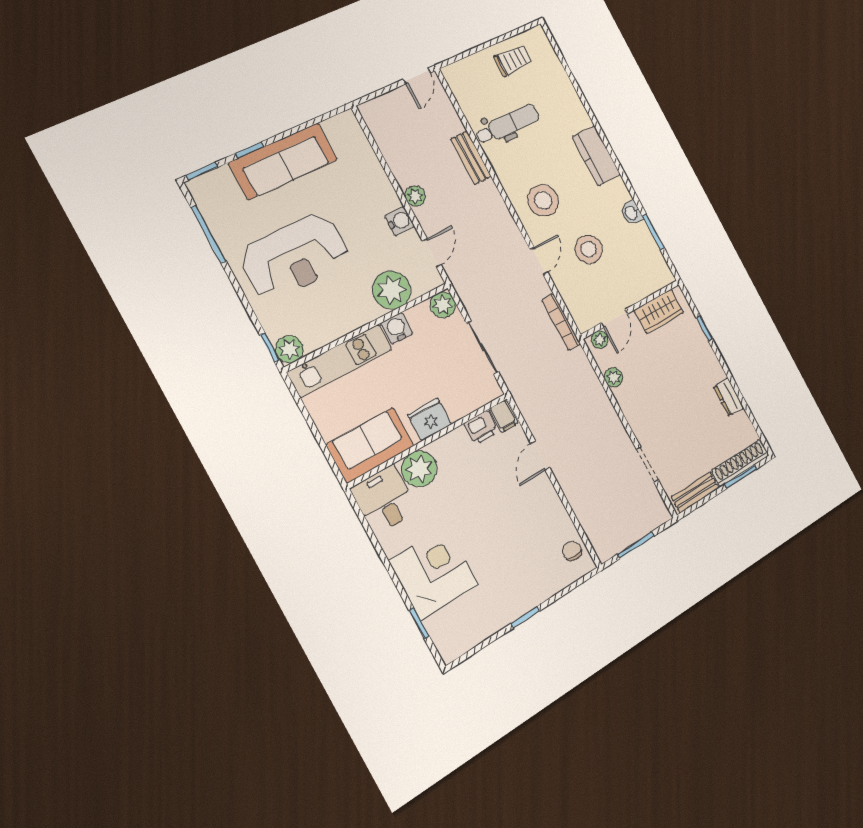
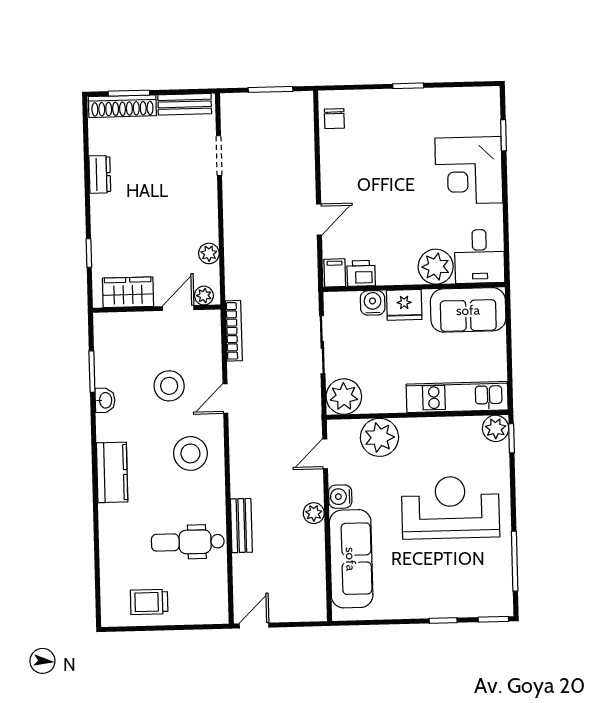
sofa: (283, 161) -> (351, 559), moved, turned 90
plant: (443, 305) -> (344, 397), width x1.36, depth x1.36
water cooler: (397, 328) -> (373, 303), moved, turned 180

